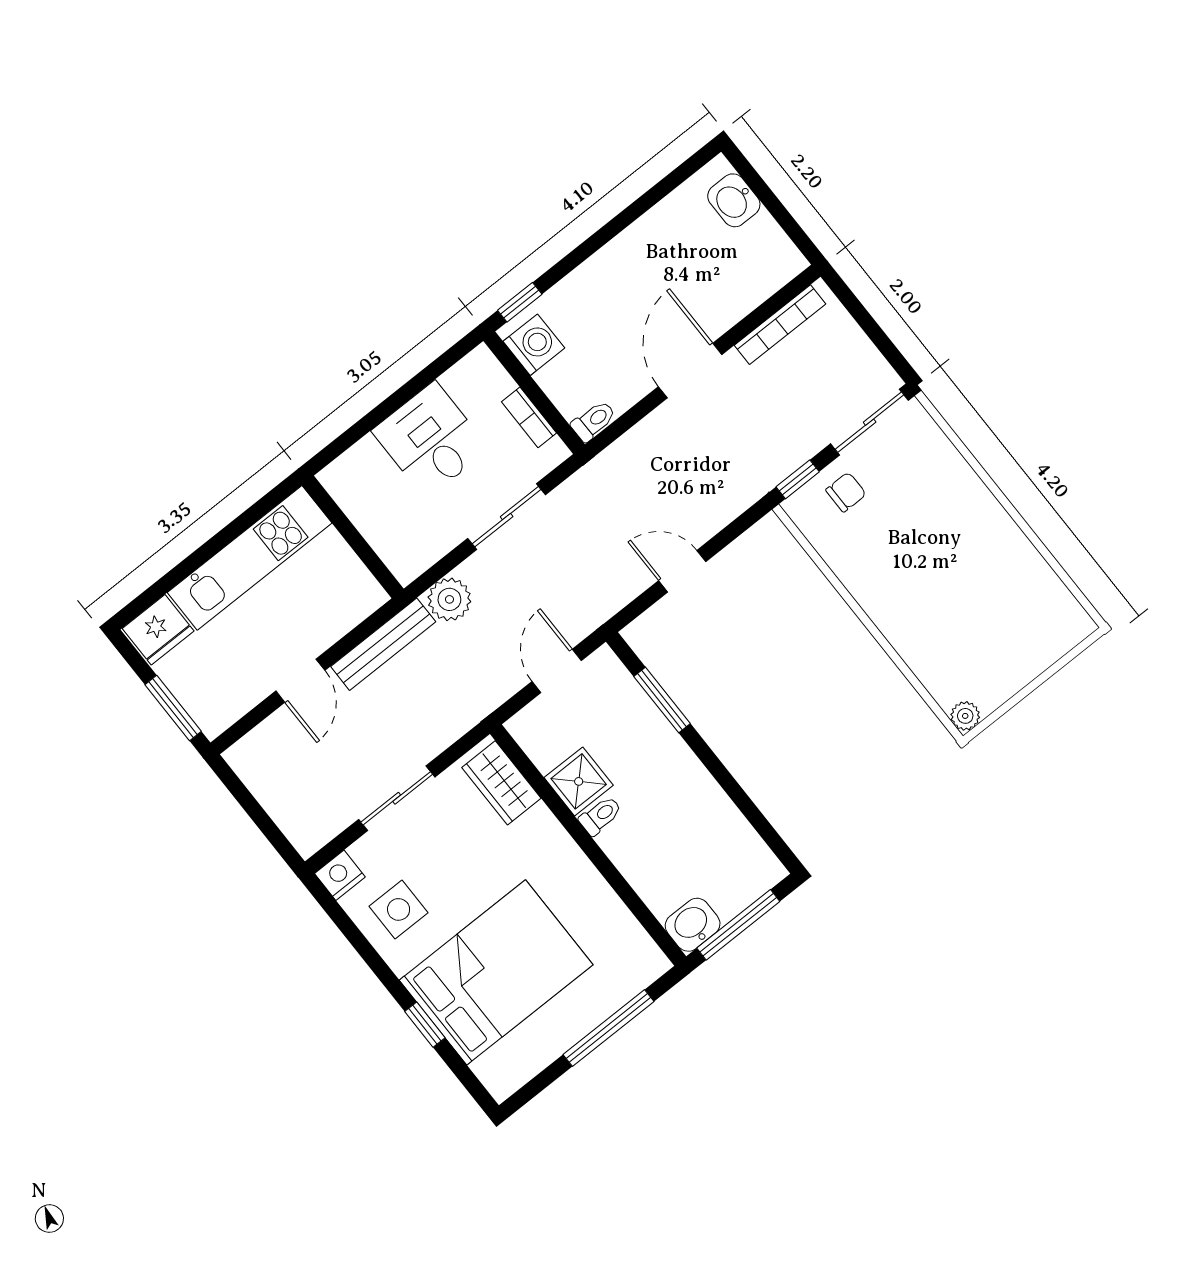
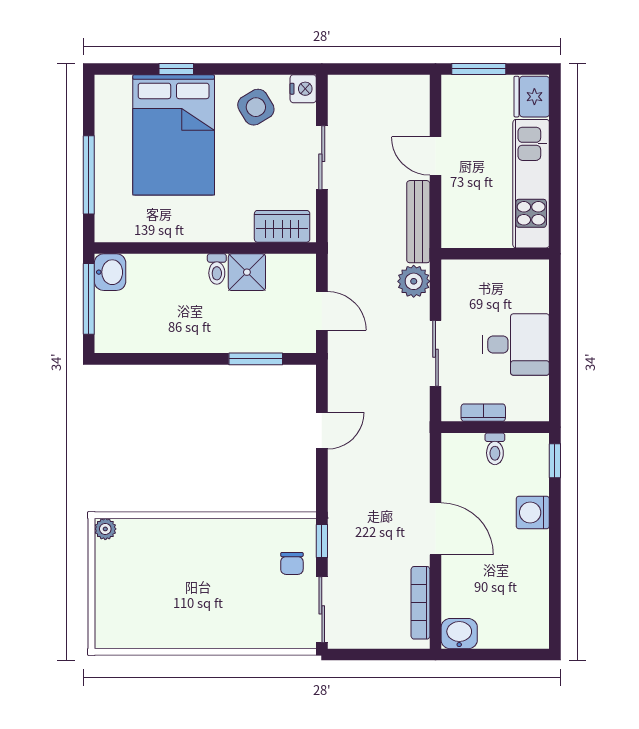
washbasin: (734, 200) -> (459, 634), moved
washing machine: (534, 345) -> (533, 513), moved, turned 90
toilet: (594, 421) -> (495, 449), moved
side table: (399, 909) -> (256, 107), turned -31

